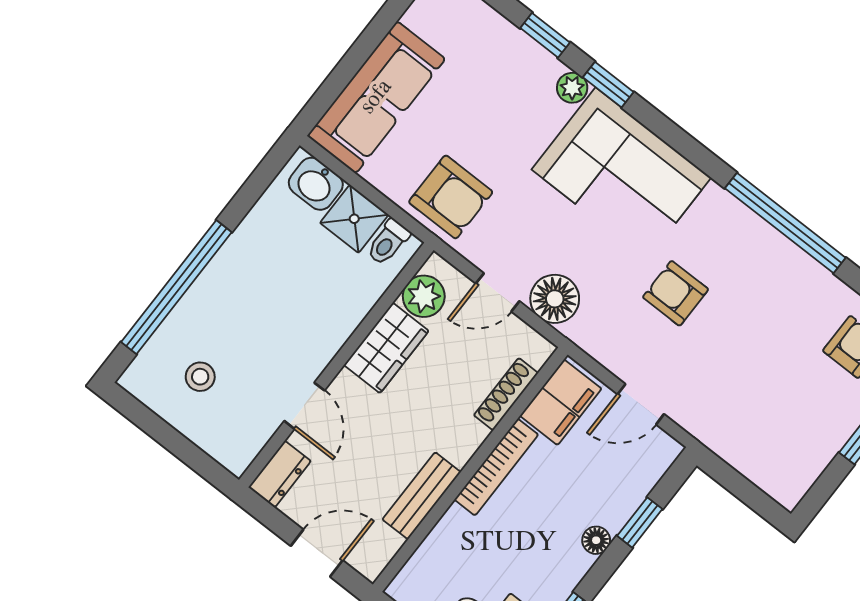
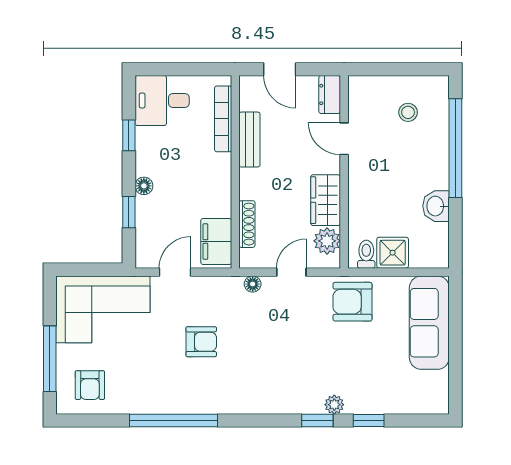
corner sofa: (621, 173) -> (103, 309), moved, turned 180
washbasin: (316, 184) -> (436, 206), moved, turned -90
floor lamp: (555, 299) -> (253, 284), width x0.53, depth x0.53
bookcase: (496, 467) -> (223, 119), moved
door: (317, 553) -> (280, 69), hinge flipped

